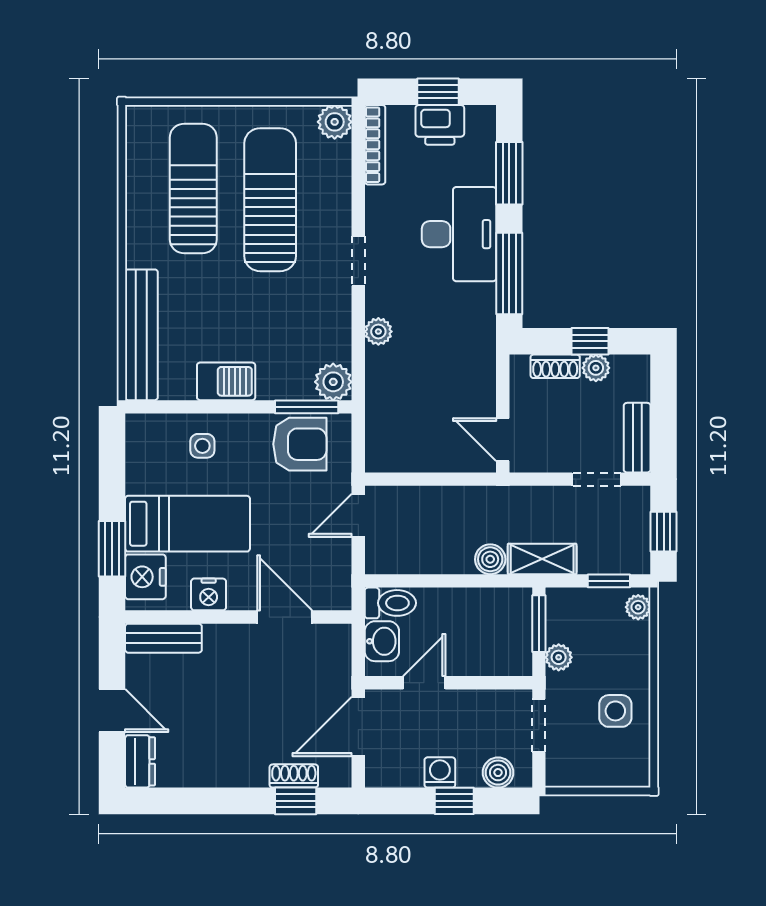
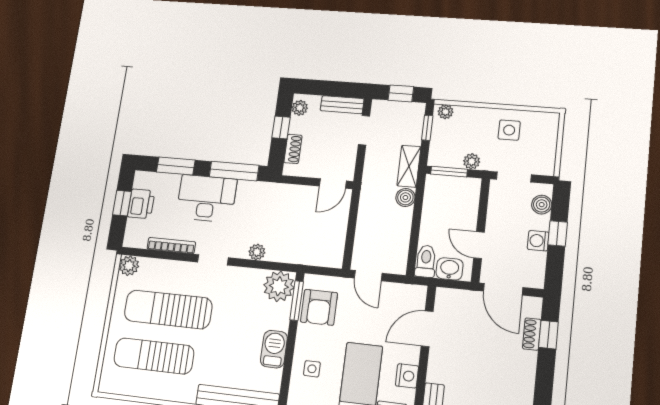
bookcase: (375, 145) -> (171, 245), moved
plant: (596, 368) -> (300, 108), moved
plant: (333, 382) -> (279, 286), width x1.36, depth x1.36
armchair: (300, 444) -> (319, 307), turned 180

